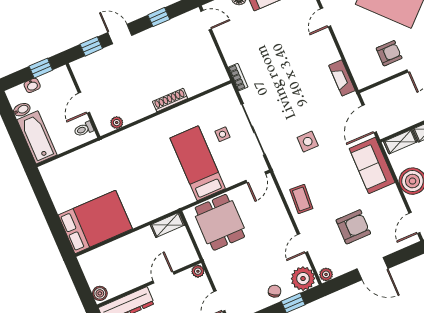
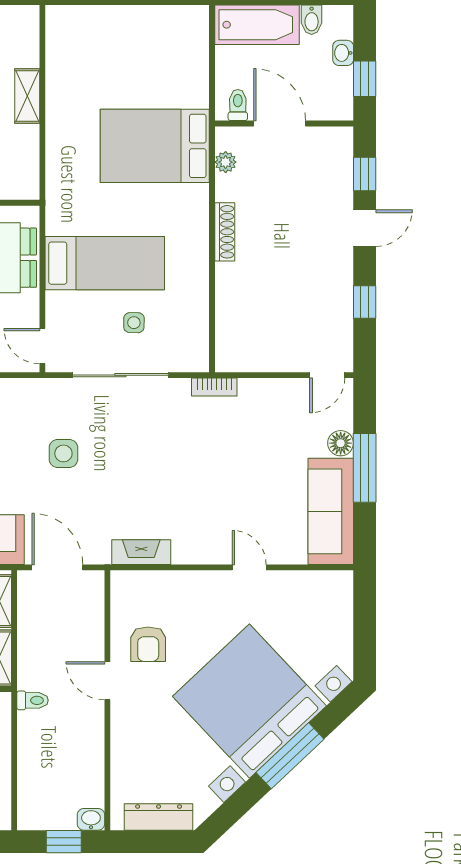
shoe rack: (170, 100) -> (225, 232), moved
door: (84, 103) -> (280, 124), width x1.38
bed: (95, 222) -> (155, 146), moved, turned 90
shelving: (168, 225) -> (27, 96), moved

